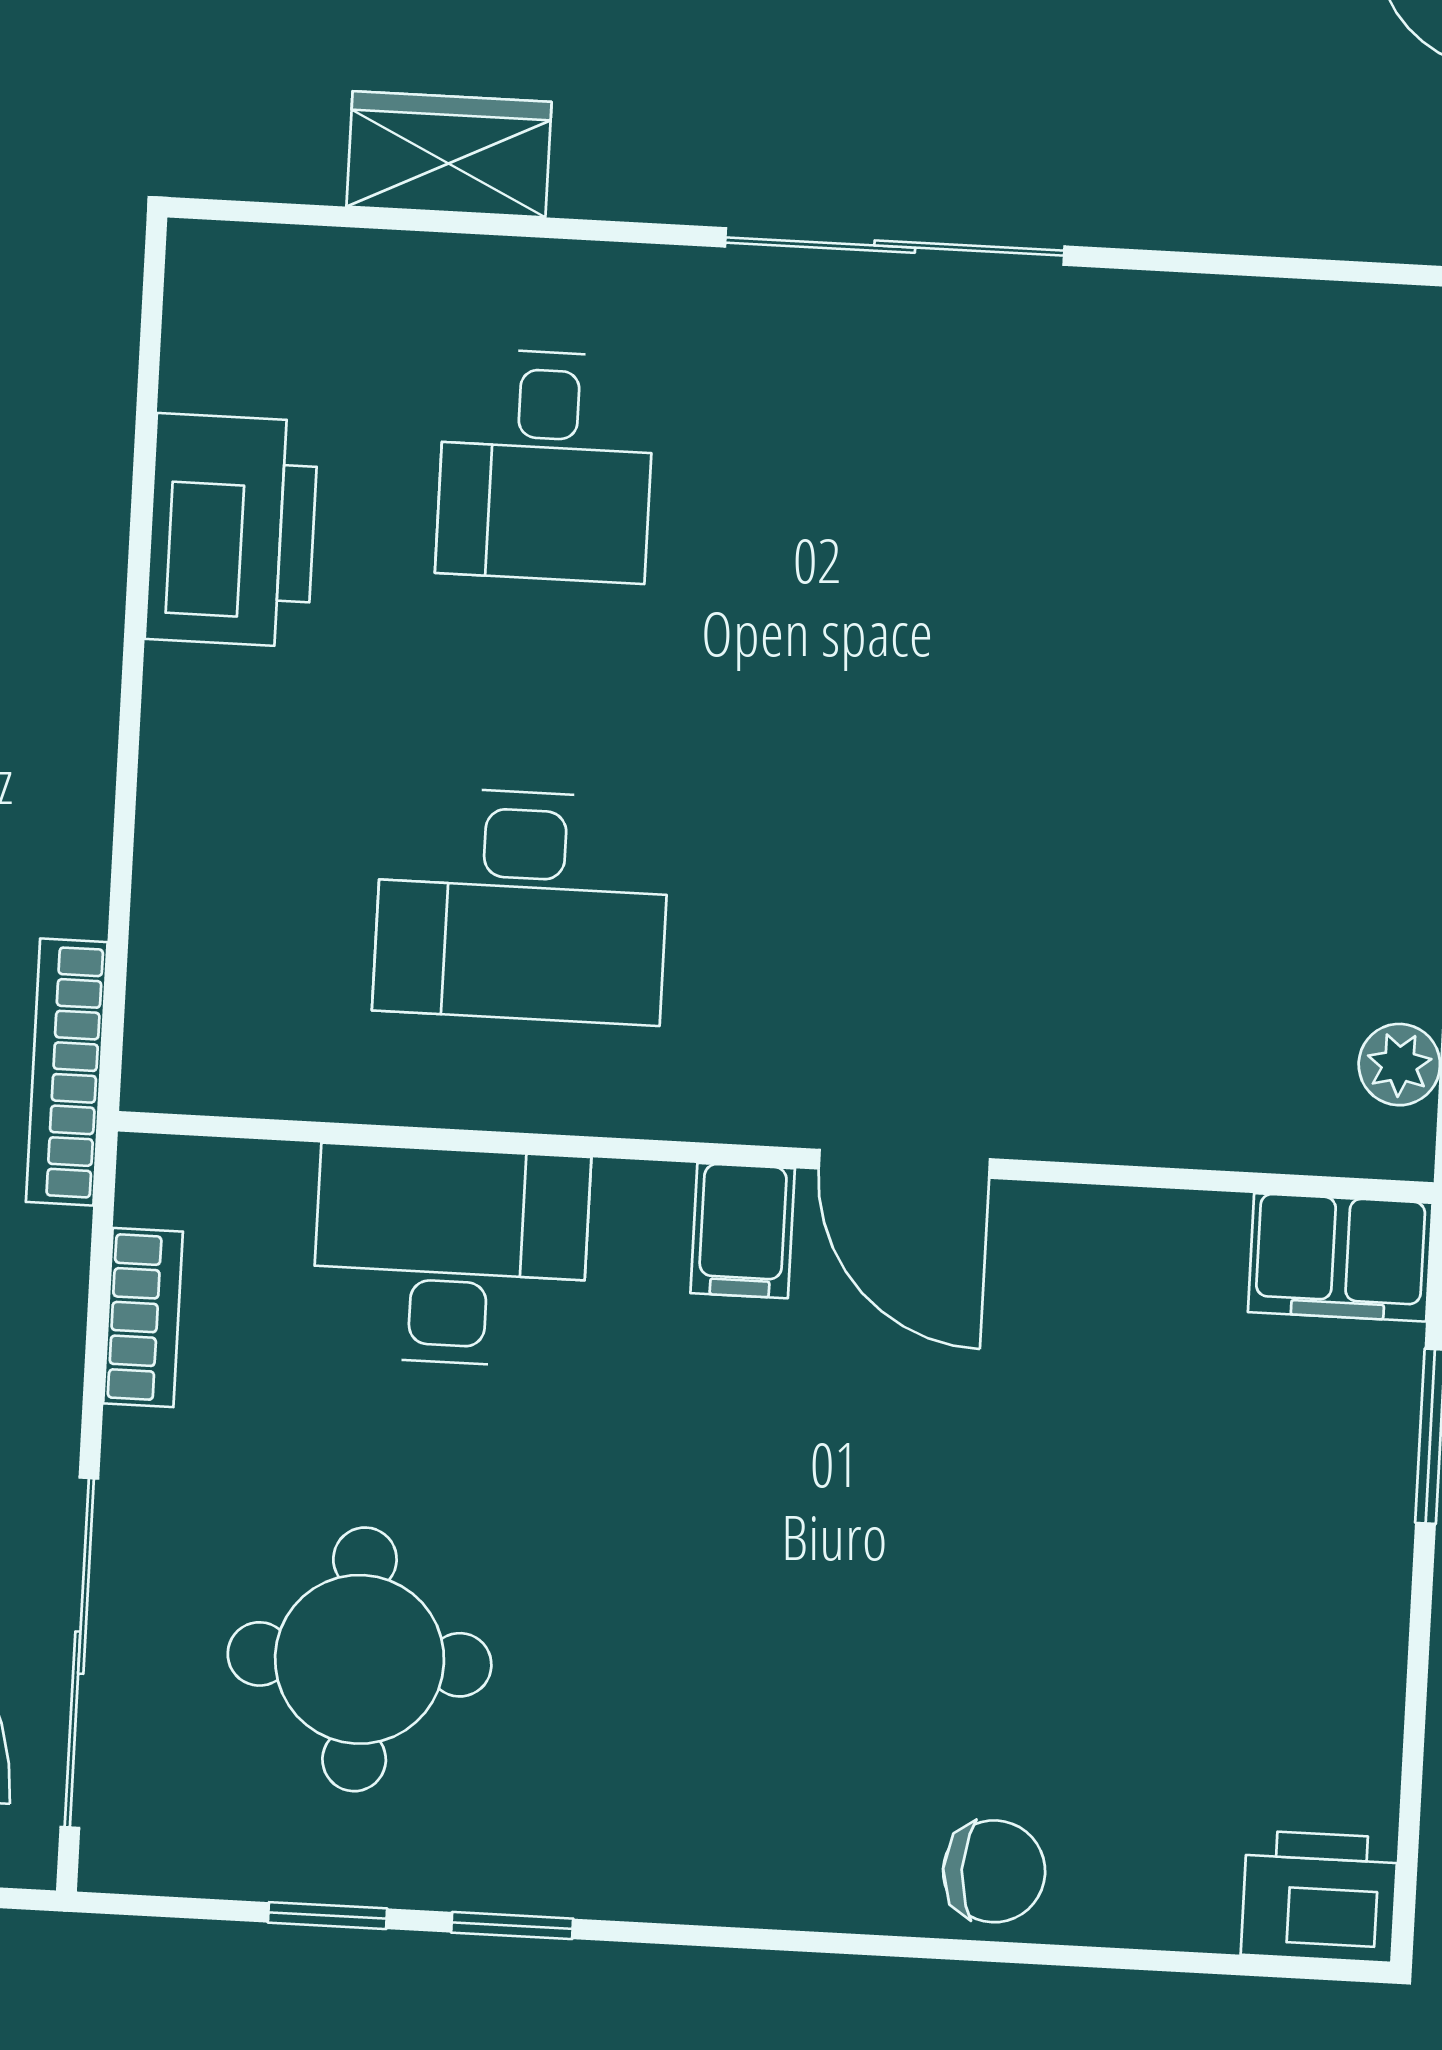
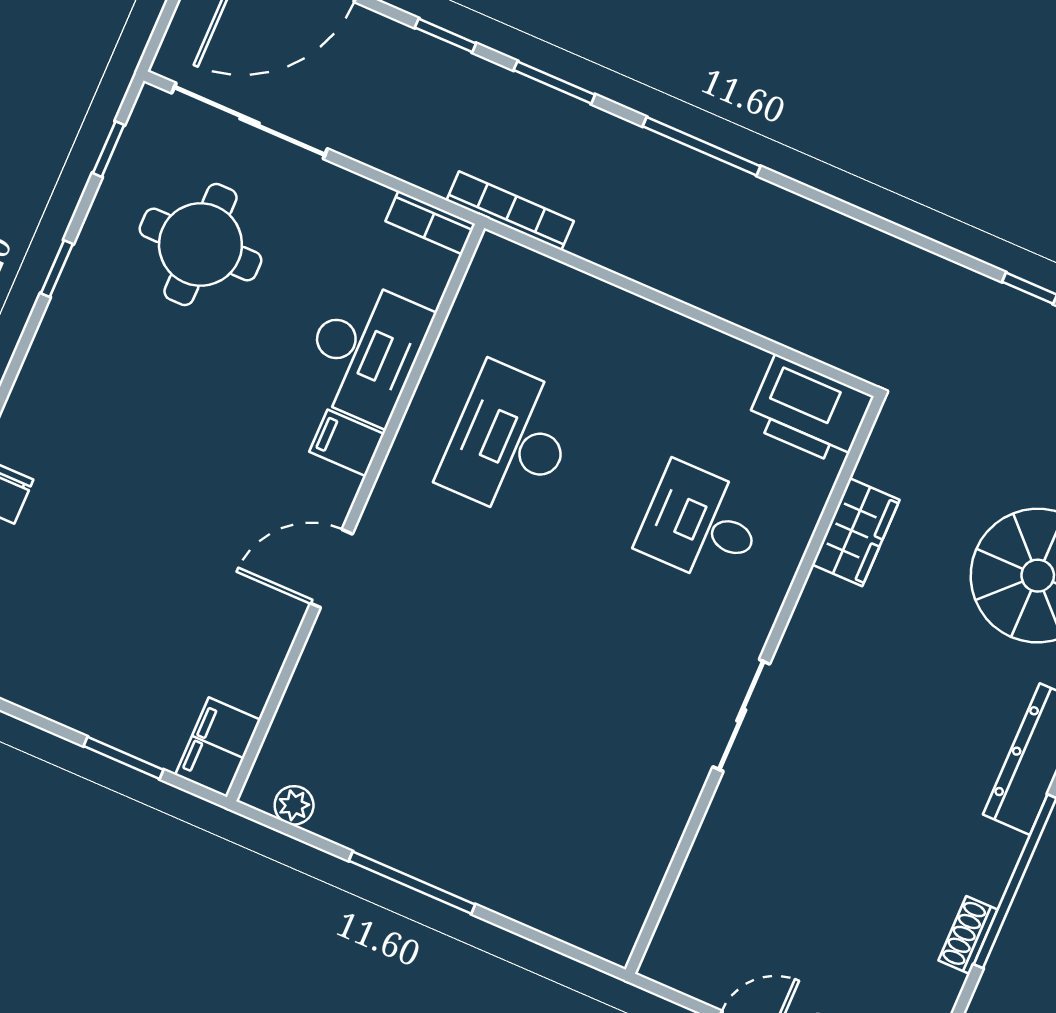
sliding door: (895, 247) -> (741, 715), width x0.73
printer: (232, 530) -> (809, 410), moved
filing cabinet: (743, 1231) -> (347, 443), moved
bookcase: (143, 1318) -> (430, 223), moved
window: (328, 1916) -> (109, 149), moved

